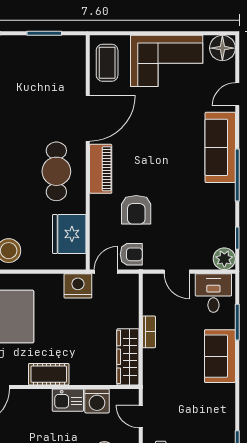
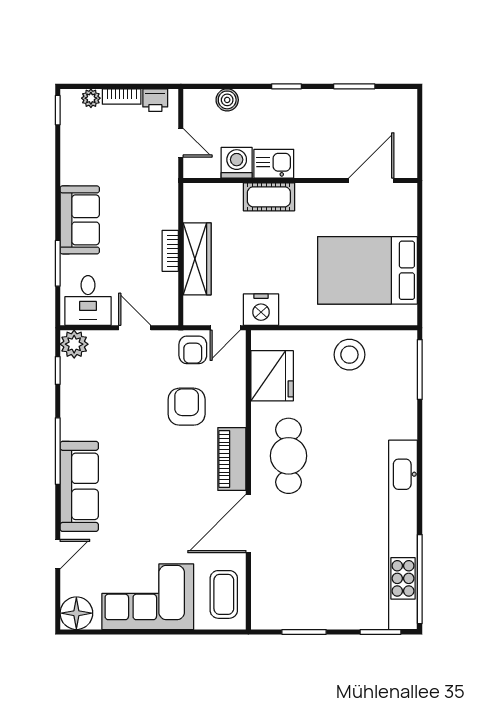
armchair: (131, 254) -> (193, 350), turned -90
wardrobe: (128, 357) -> (197, 259), moved
cot: (49, 374) -> (269, 197), moved

